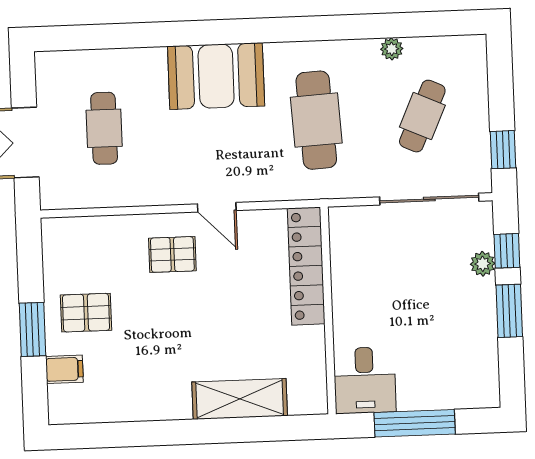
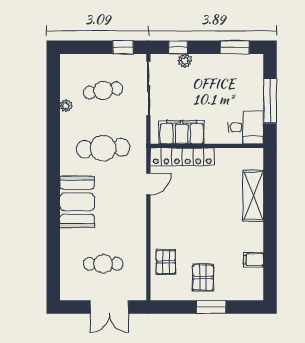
cafe table: (422, 116) -> (103, 90), turned -33
door: (217, 207) -> (148, 184), moved
pallet: (172, 254) -> (166, 262), moved
filing cabinet: (351, 263) -> (182, 132), added
window: (509, 311) -> (235, 47), moved
filing cabinet: (64, 369) -> (253, 260), moved, turned -90

